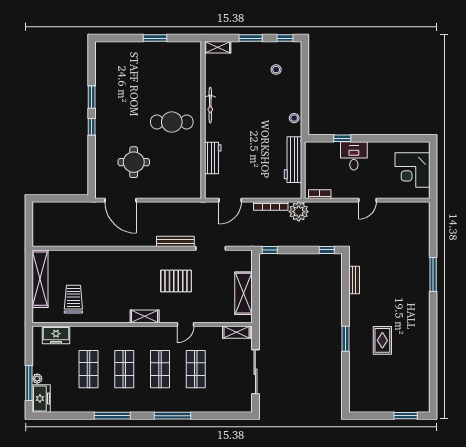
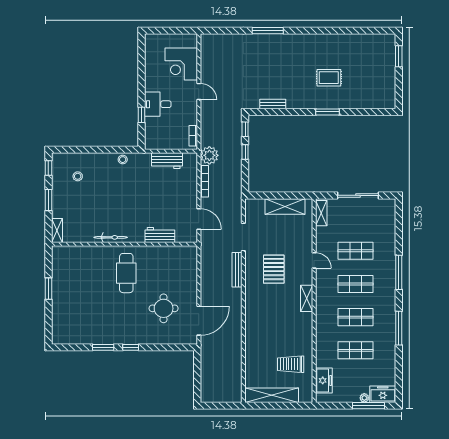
workbench: (293, 160) -> (167, 161), width x0.73
corner desk: (412, 170) -> (181, 64), moved, turned 90
window: (270, 250) -> (245, 152), moved

